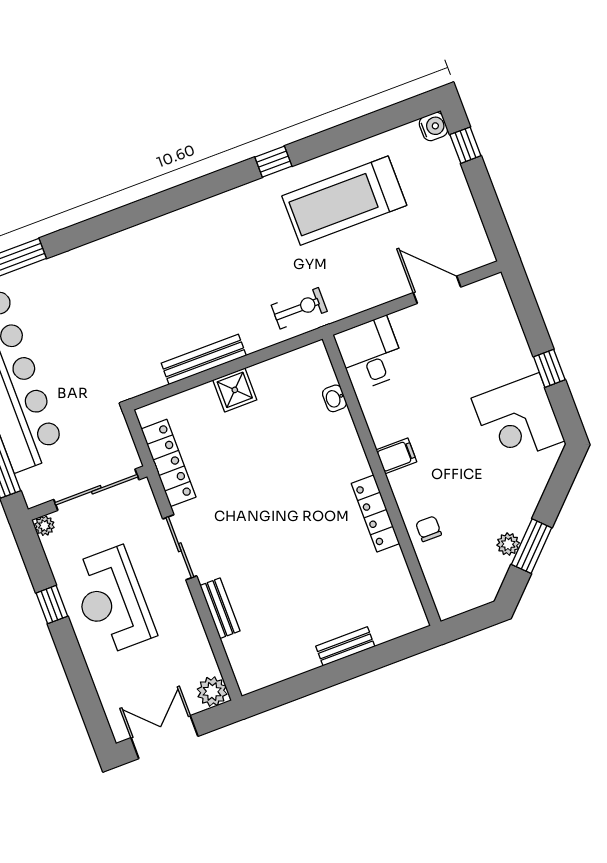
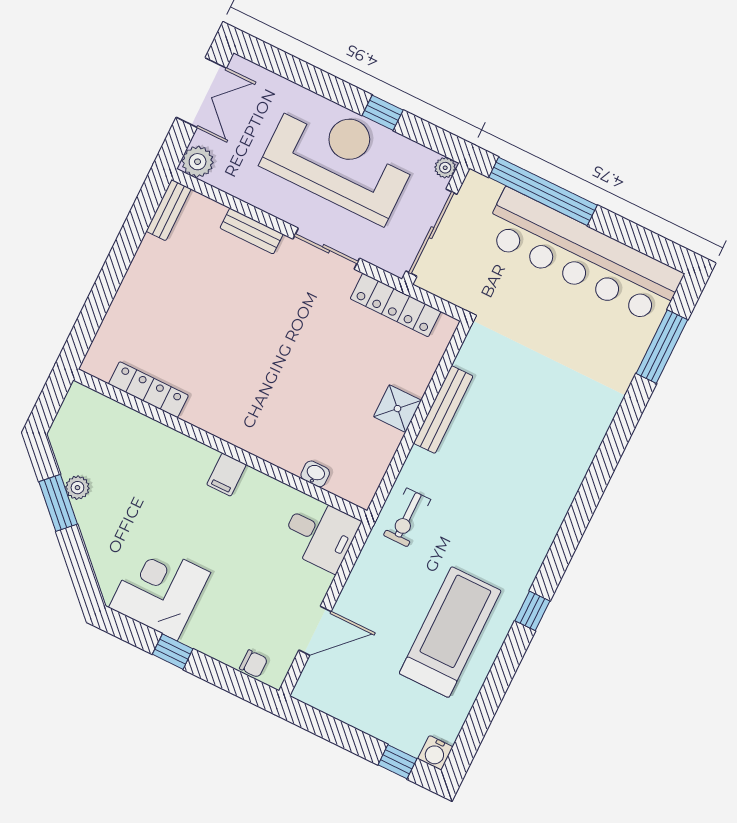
locker: (375, 514) -> (148, 390), moved
chair: (429, 529) -> (254, 664), moved
reception desk: (112, 601) -> (340, 159), width x1.36, depth x1.30
bench: (345, 646) -> (169, 210), moved

